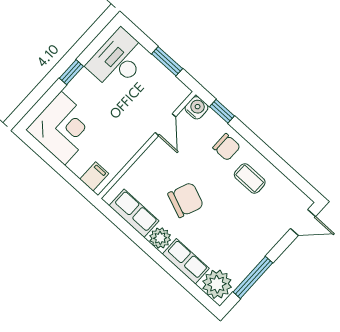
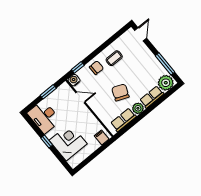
corner desk: (63, 128) -> (68, 142), moved

